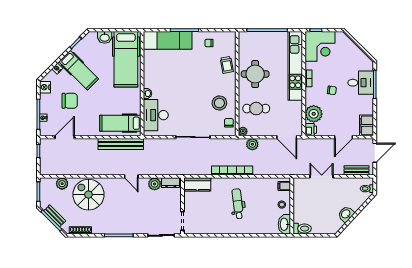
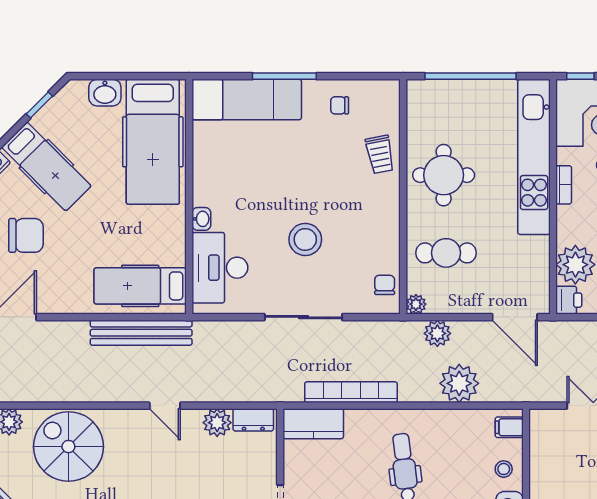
stool: (219, 103) -> (305, 239), moved
plant: (262, 167) -> (459, 383), added
bookcase: (232, 170) -> (351, 392), moved

